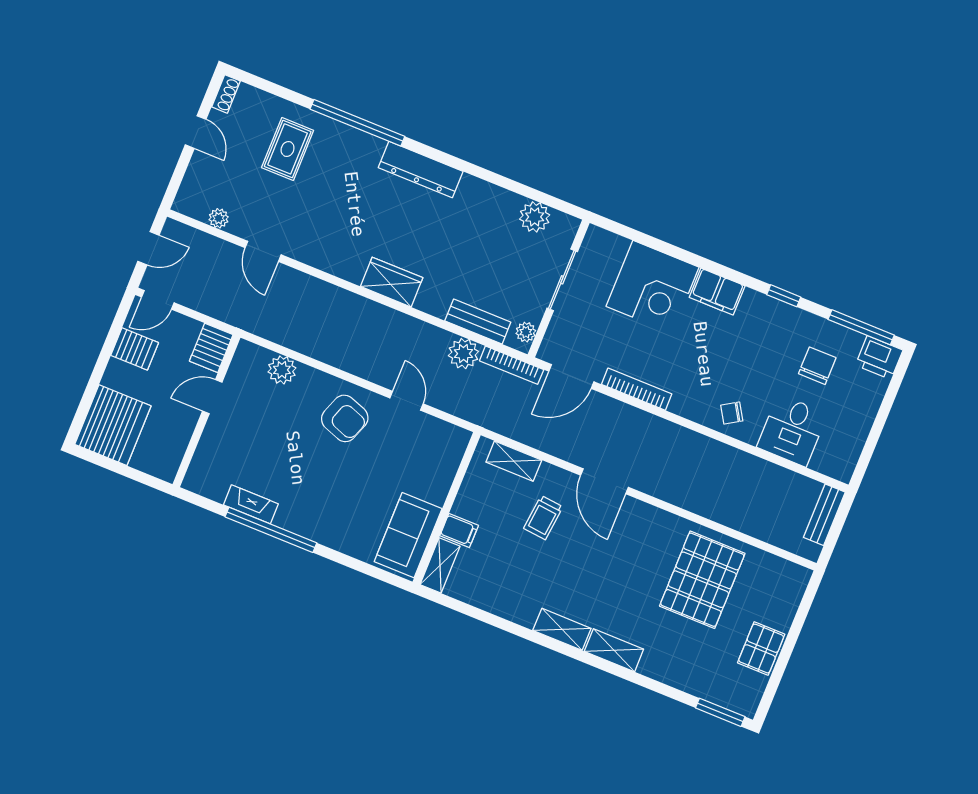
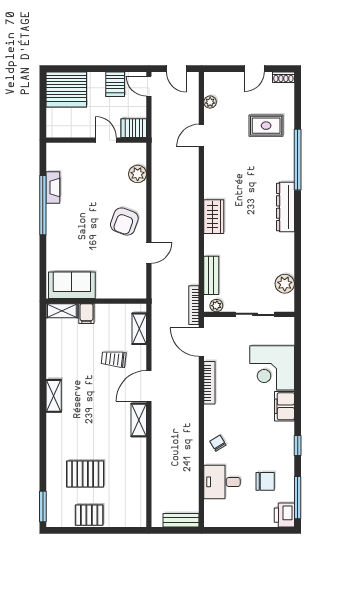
plant: (463, 354) -> (189, 275), removed
pallet: (702, 580) -> (85, 474), moved, width x0.73, depth x0.71
shelving: (614, 650) -> (139, 420), moved

